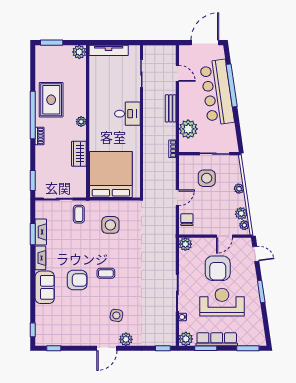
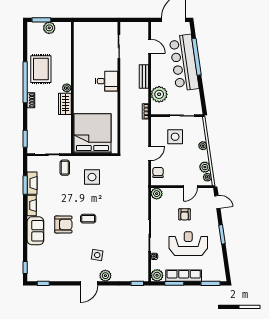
tv unit: (109, 50) -> (90, 26), removed
plant: (79, 52) -> (49, 28), moved
wardrobe: (79, 154) -> (65, 104), moved
armchair: (218, 268) -> (185, 214), width x0.53, depth x0.53

